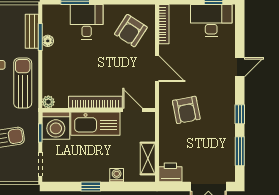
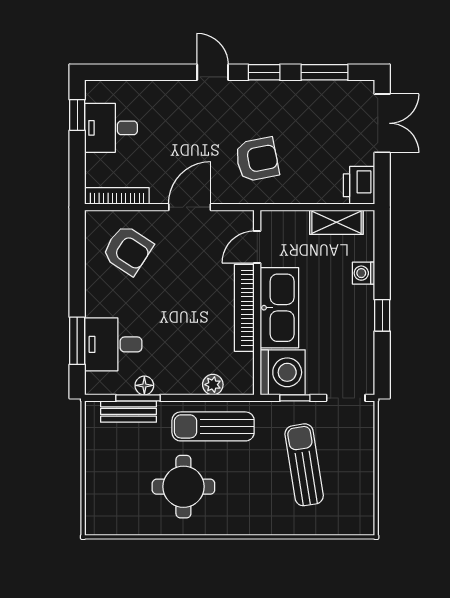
desk: (211, 20) -> (111, 128), width x0.73
desk: (87, 22) -> (113, 344), moved
door: (240, 67) -> (213, 72), moved
plant: (48, 102) -> (213, 385), moved

